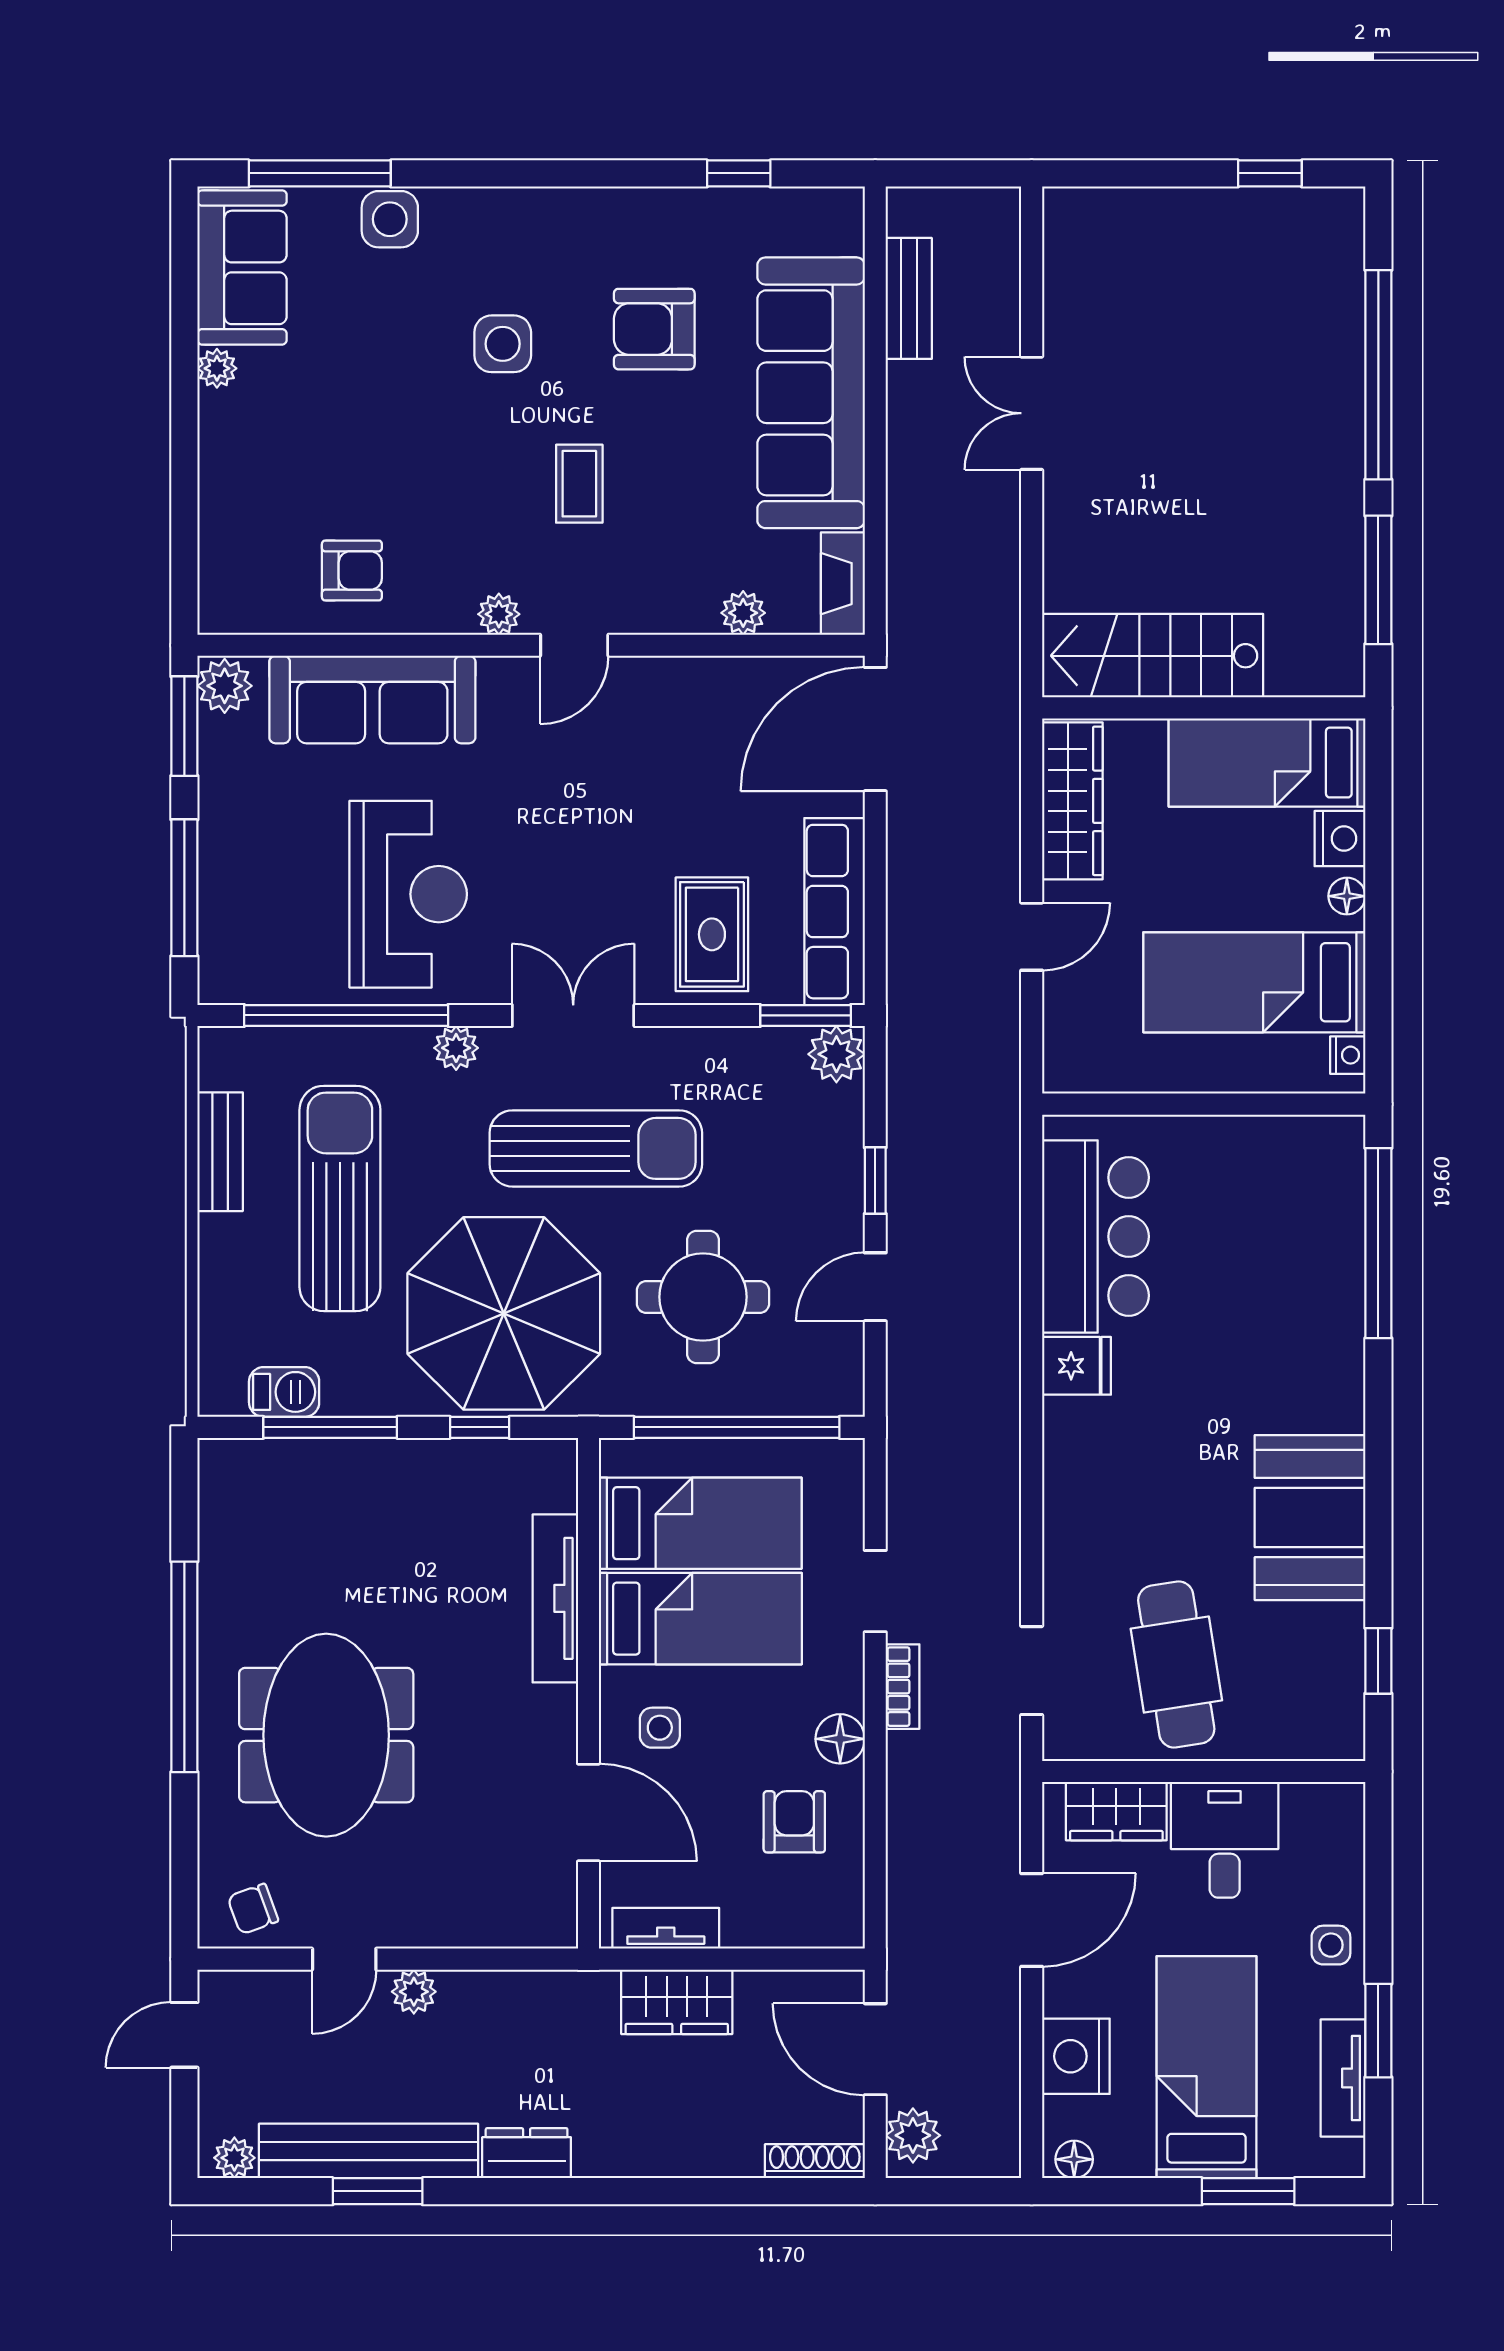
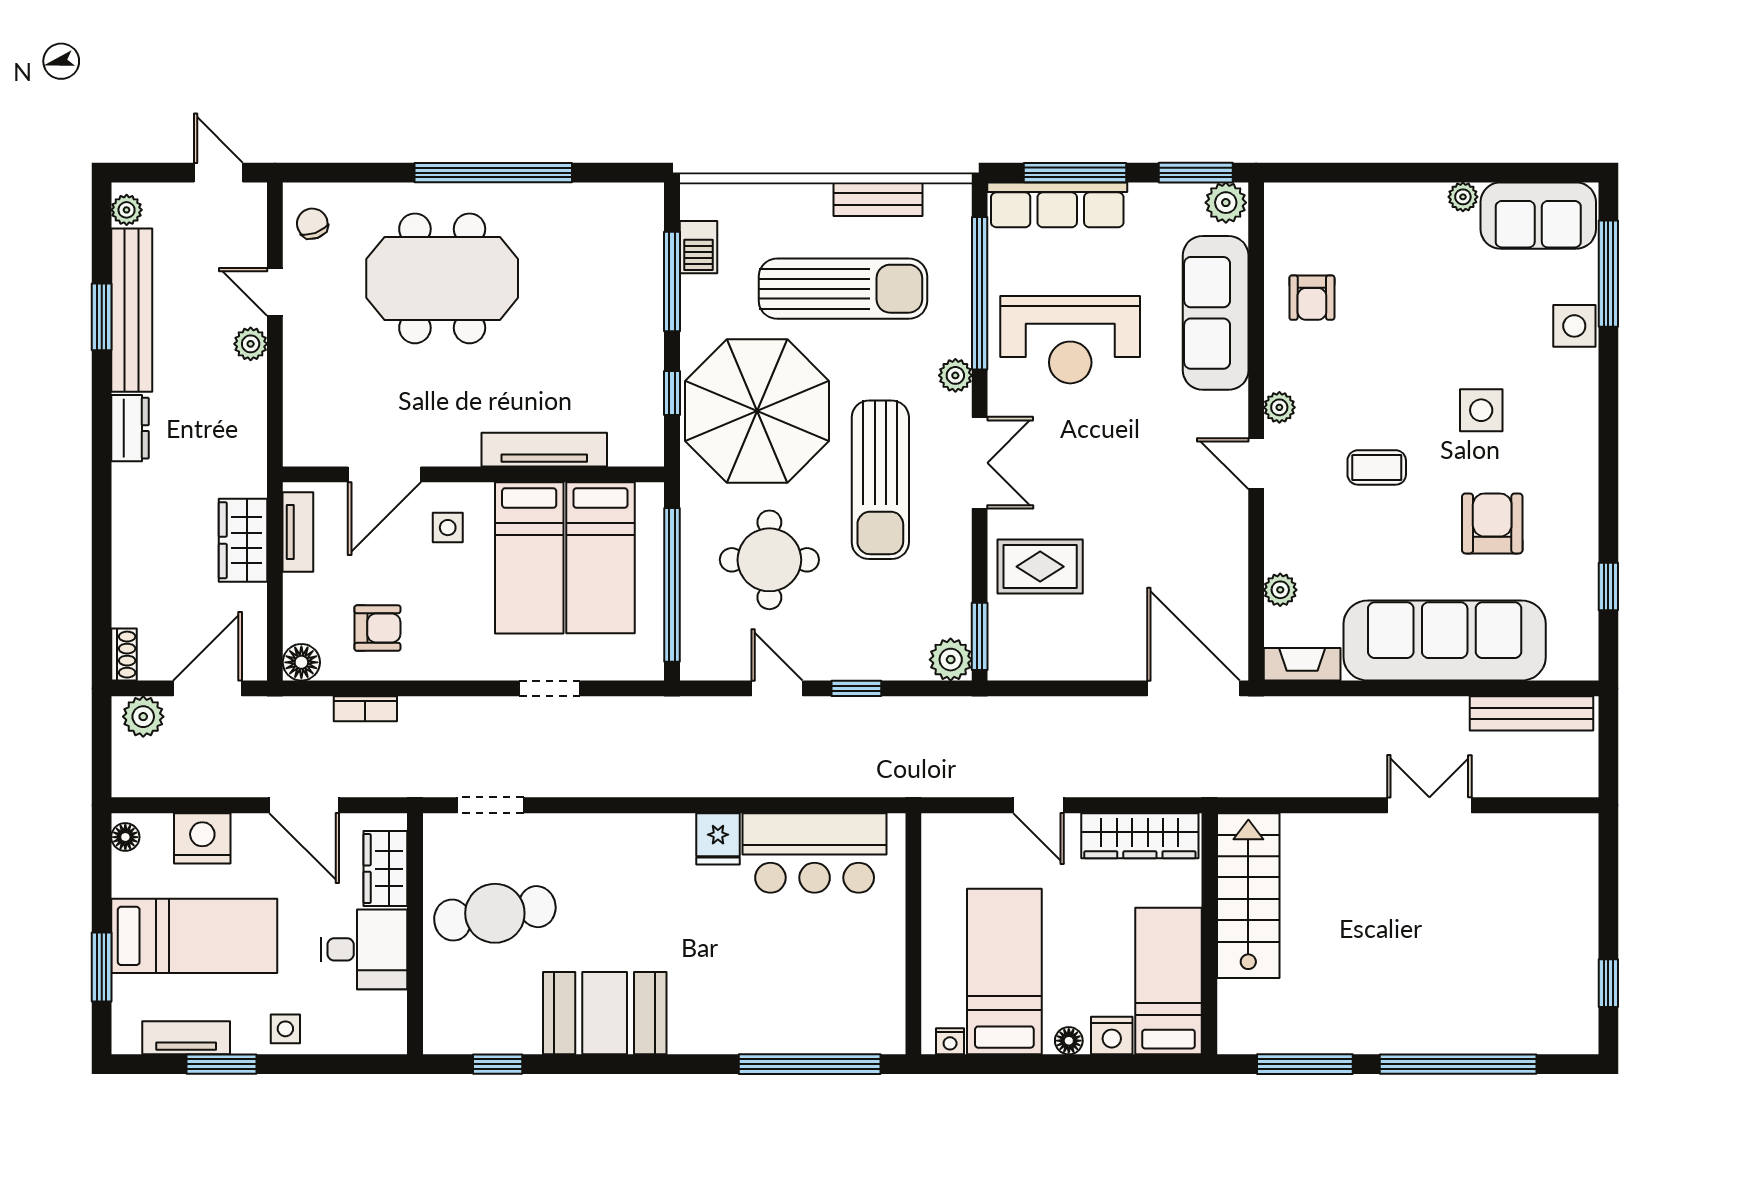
bench: (909, 298) -> (1532, 713), width x1.36
row of seats: (835, 912) -> (1057, 205), moved, turned 180
bookcase: (903, 1687) -> (365, 709), moved
floor lamp: (840, 1739) -> (301, 662), moved
shoe rack: (815, 2161) -> (124, 655), width x0.70

